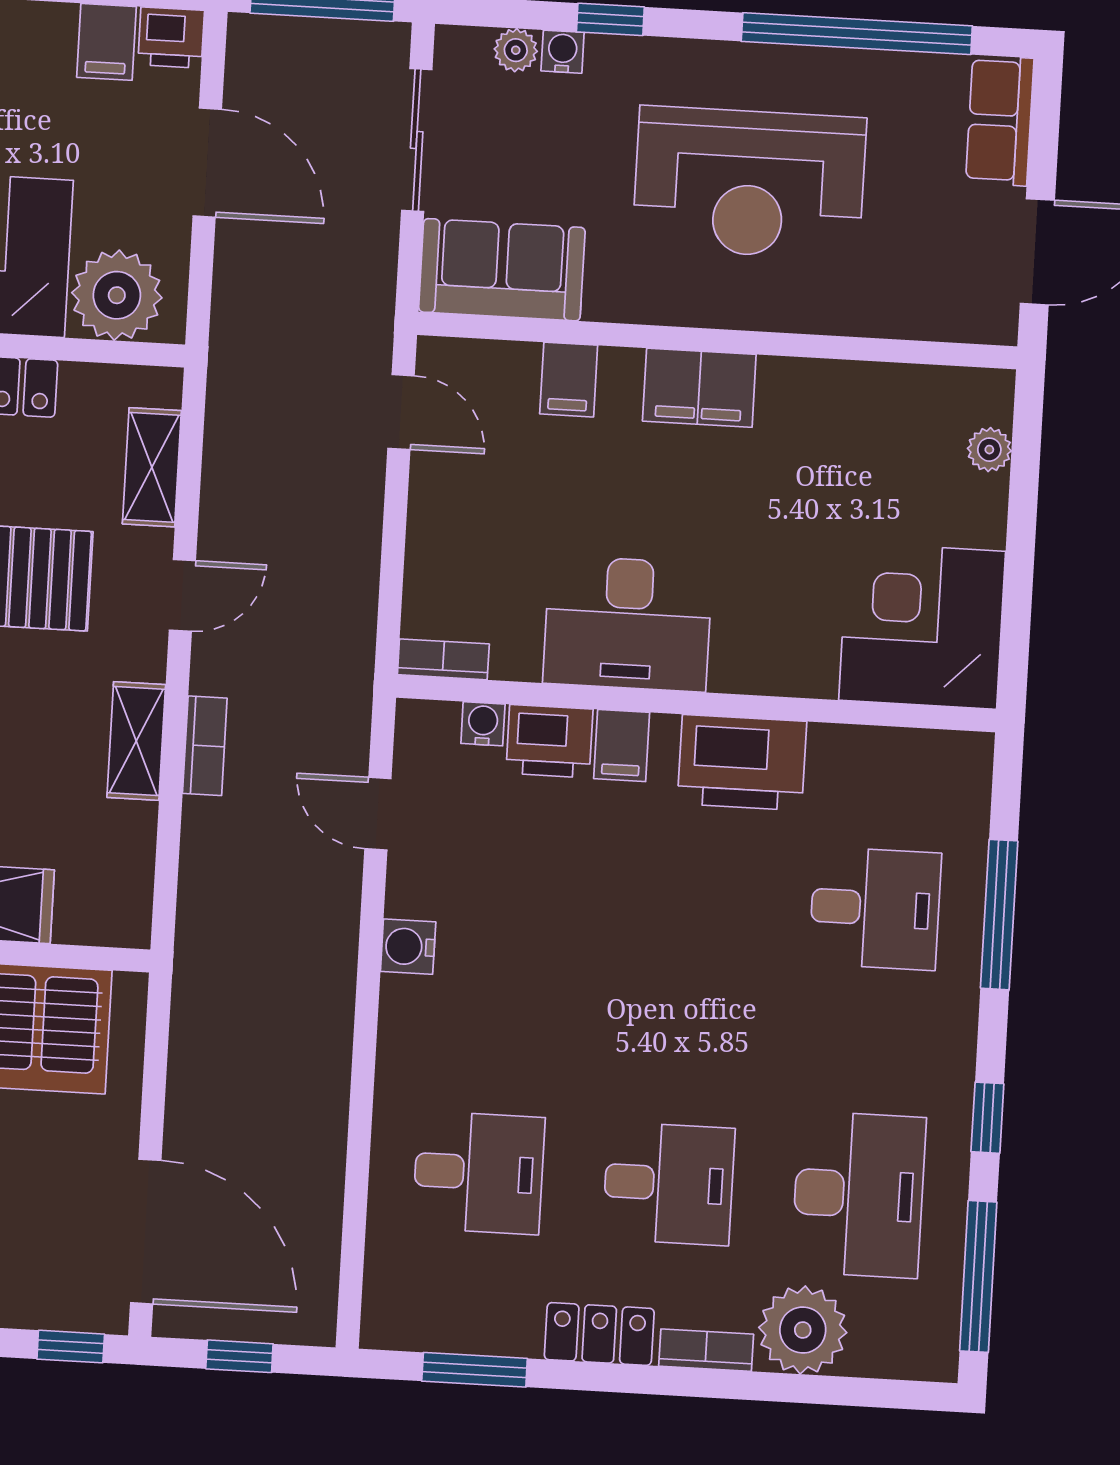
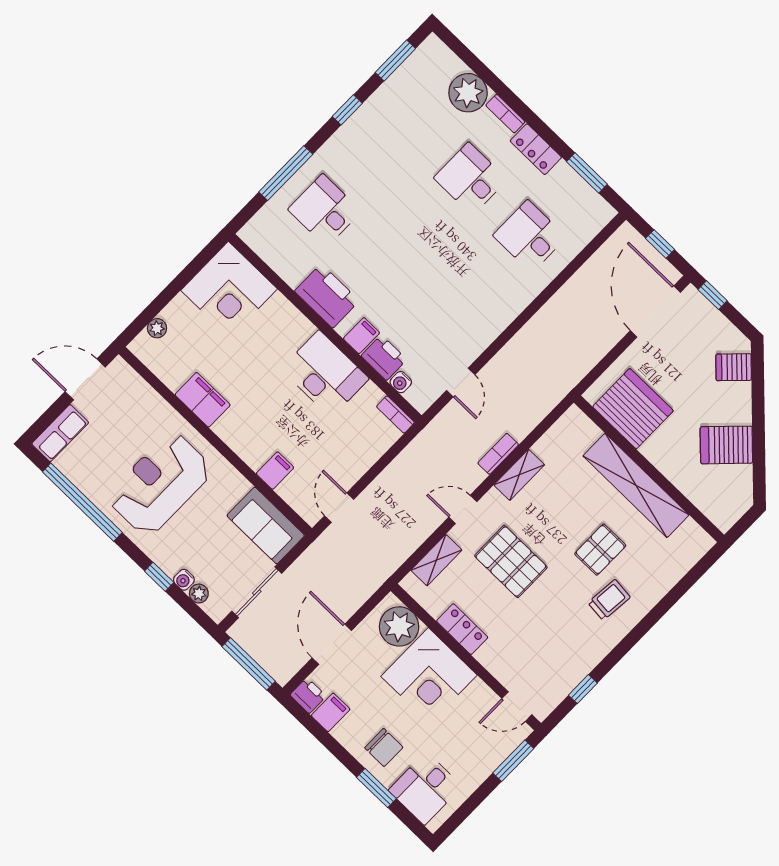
reception desk: (749, 183) -> (160, 484), turned -90
filing cabinet: (699, 388) -> (203, 400), moved
water cooler: (408, 947) -> (489, 330), removed
desk: (859, 1195) -> (411, 121), removed
window: (978, 1276) -> (395, 60), width x0.69

